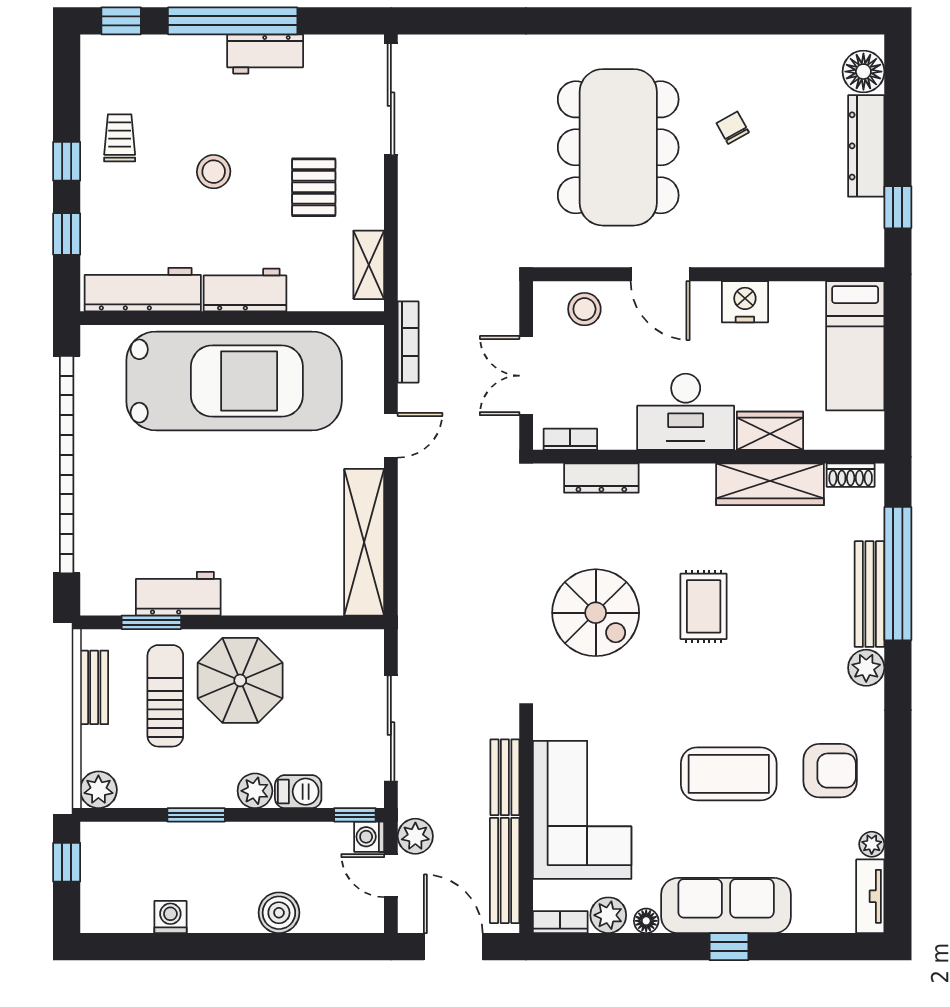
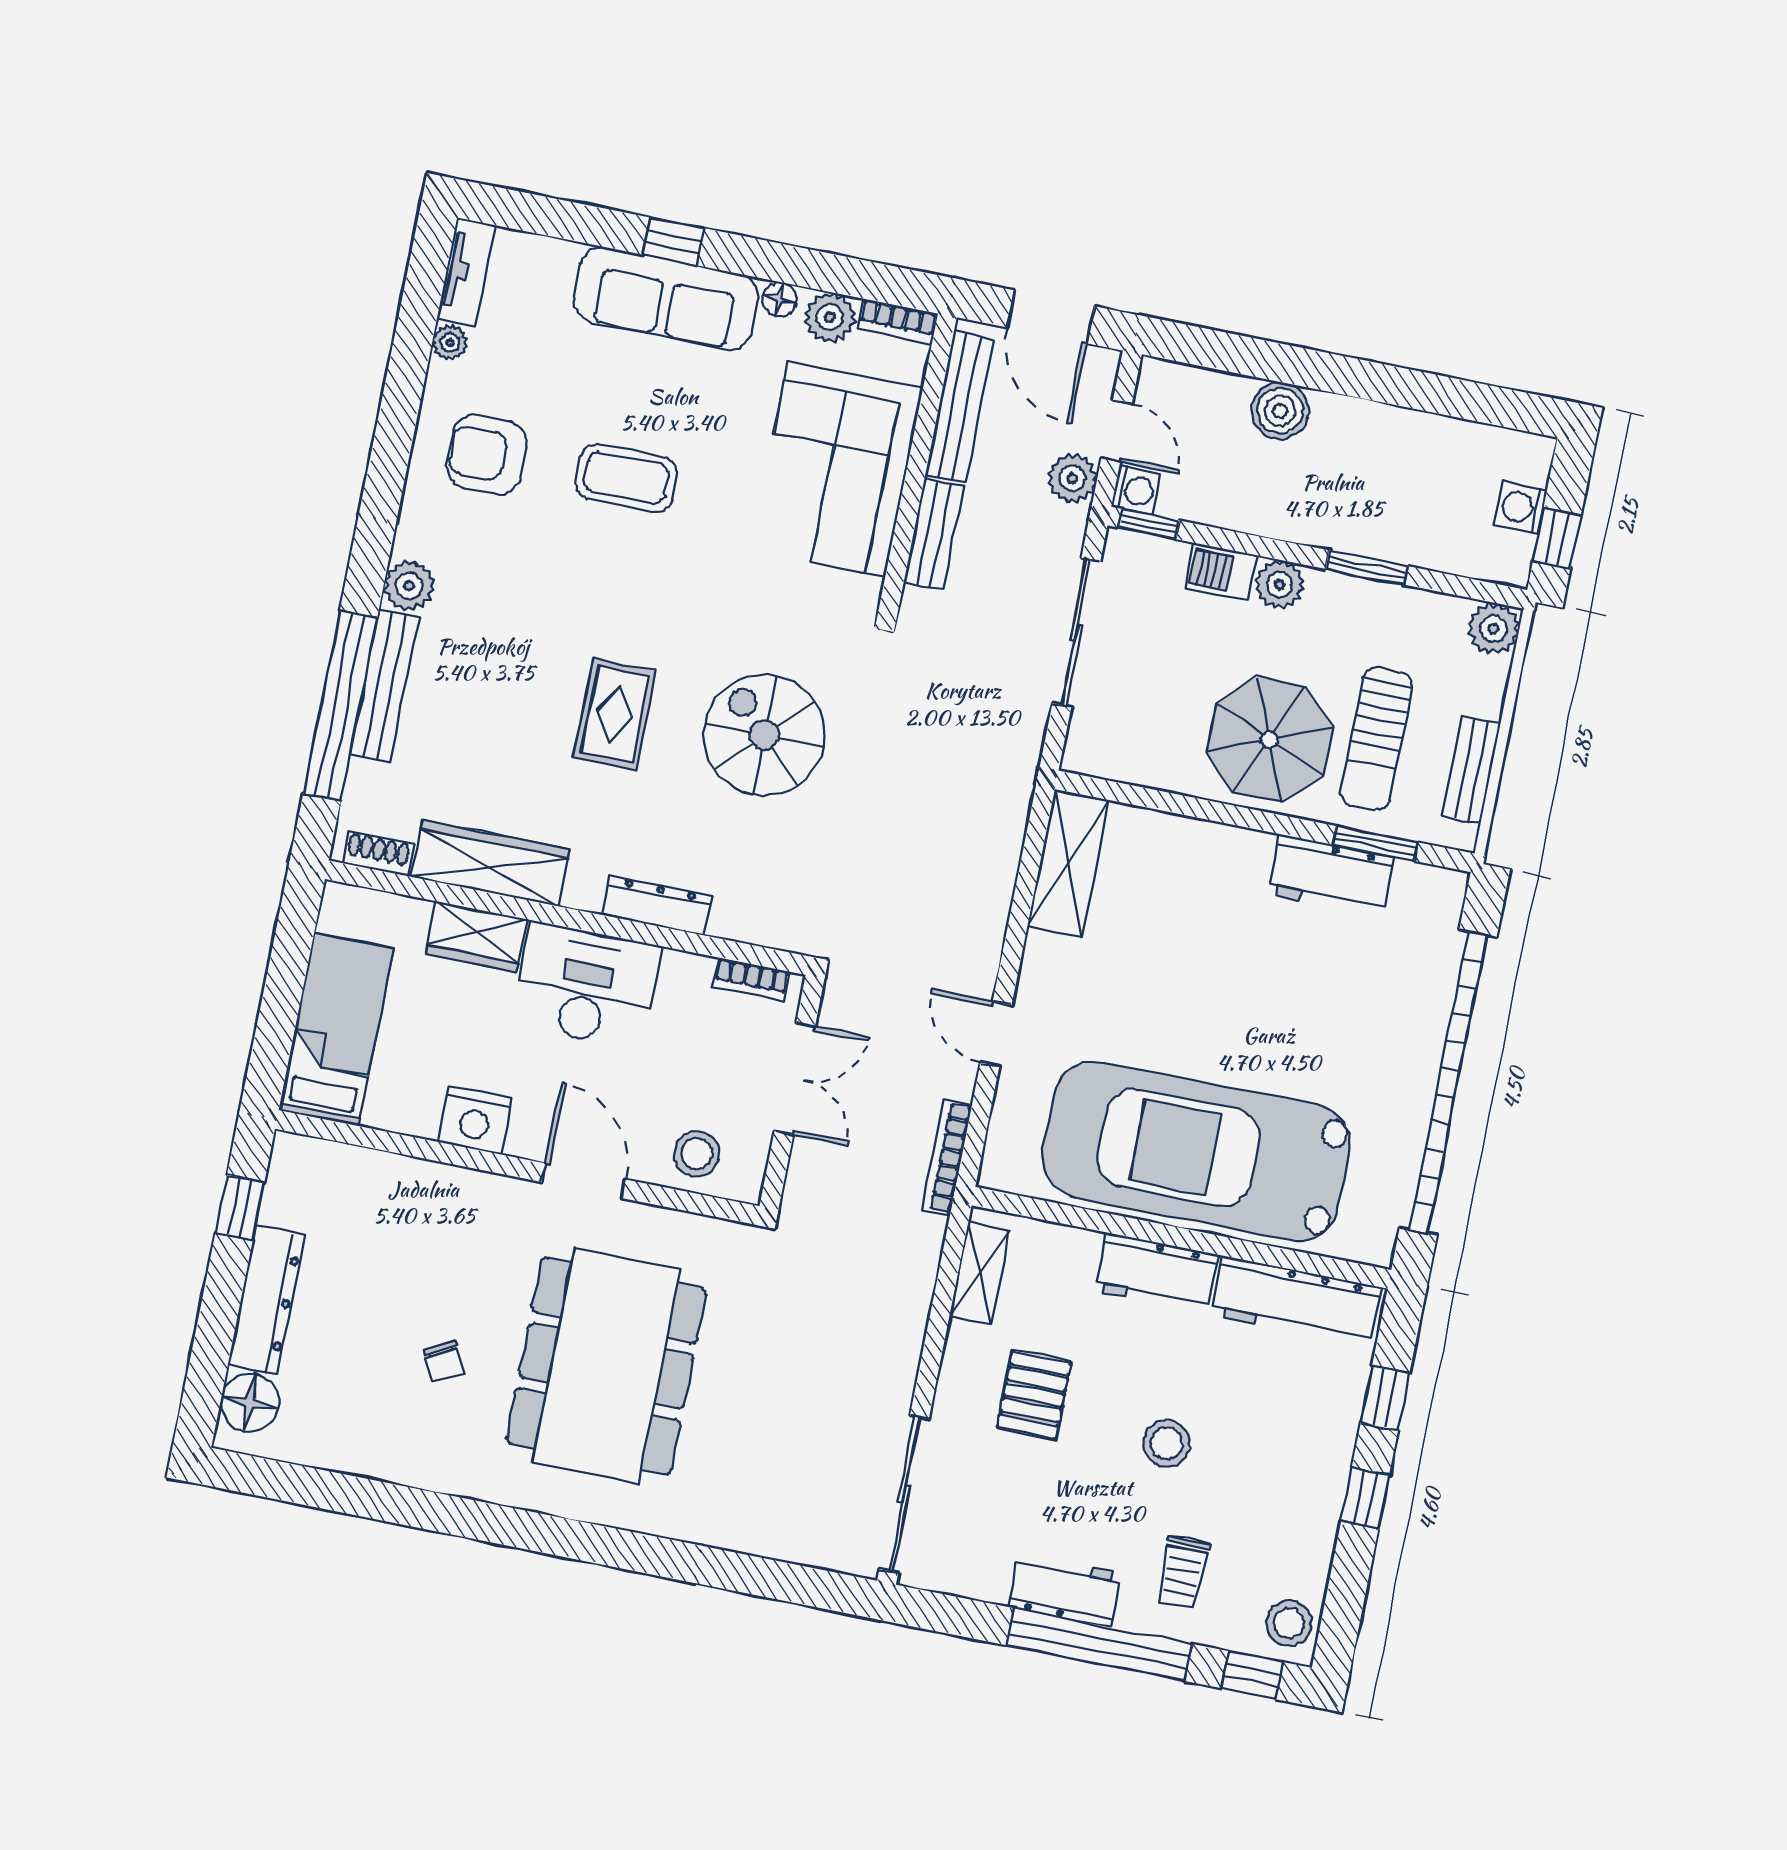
stool: (103, 63) -> (1289, 1623), added
trolley: (120, 138) -> (1183, 1572), moved
door: (391, 435) -> (996, 1034), hinge flipped
dresser: (601, 478) -> (657, 905), moved
shelving: (364, 542) -> (1068, 863), width x0.68
coffee table: (729, 774) -> (626, 478), width x0.73, depth x0.76
washing machine: (170, 917) -> (1521, 507), moved, turned 90

